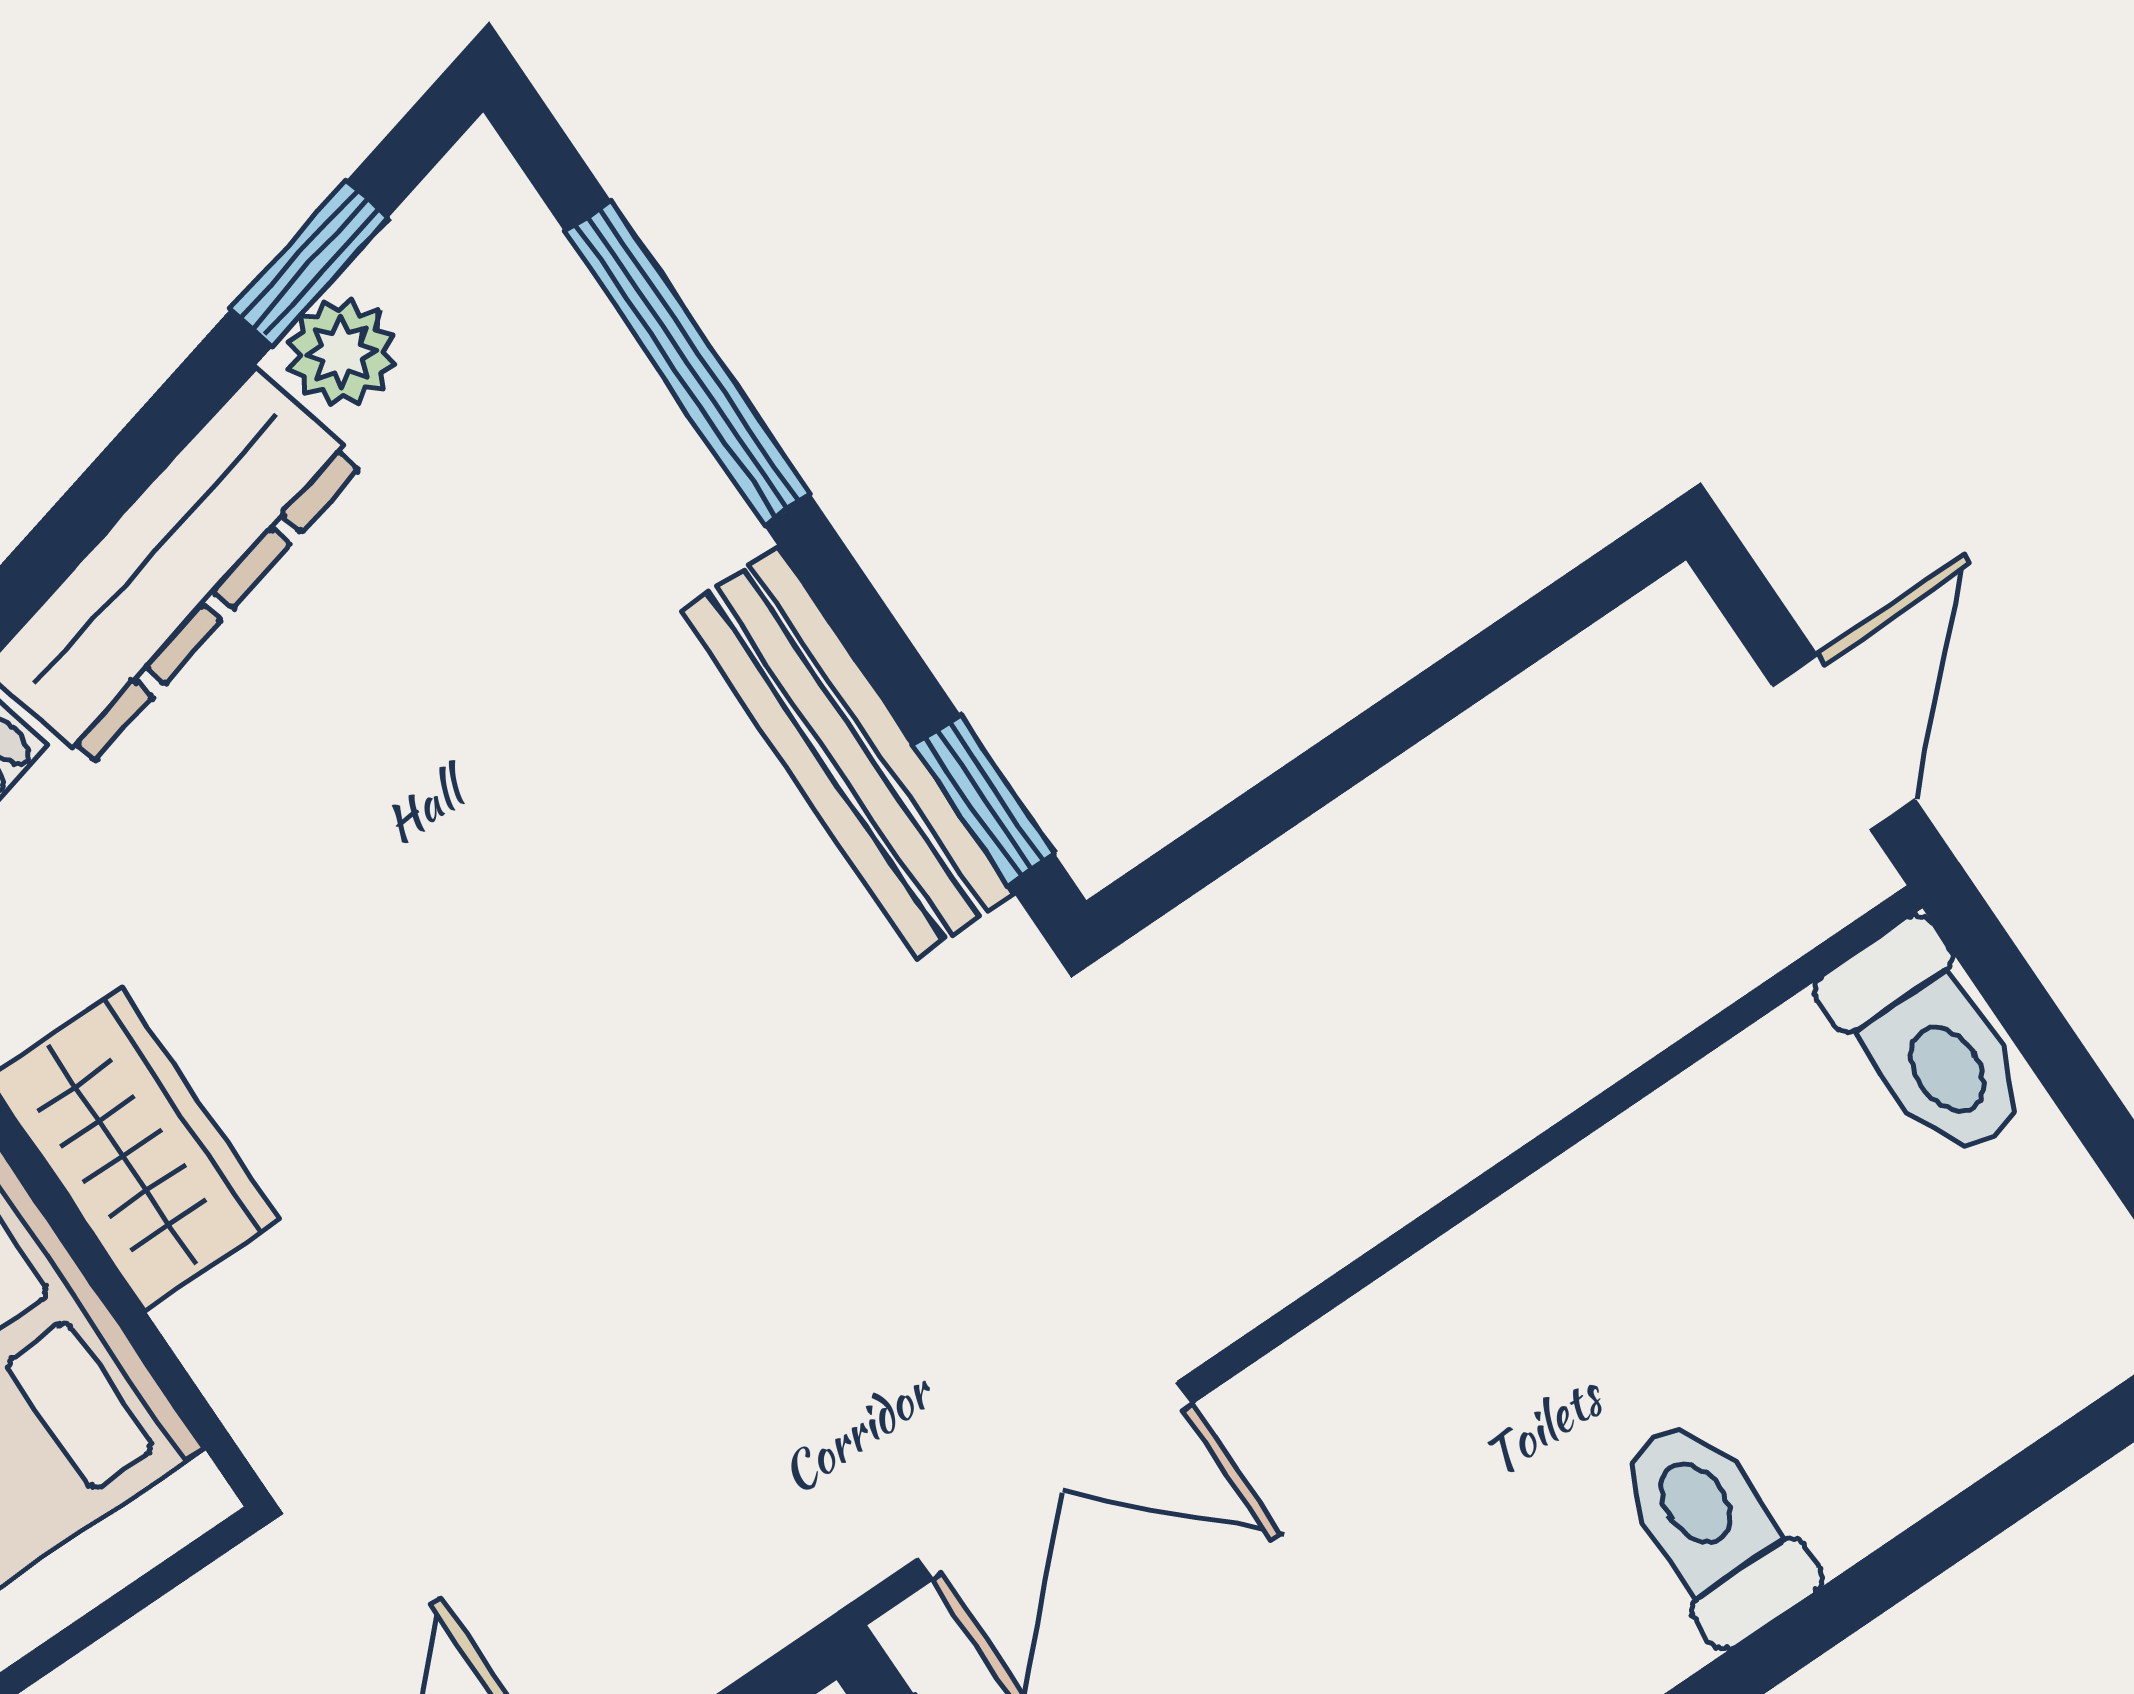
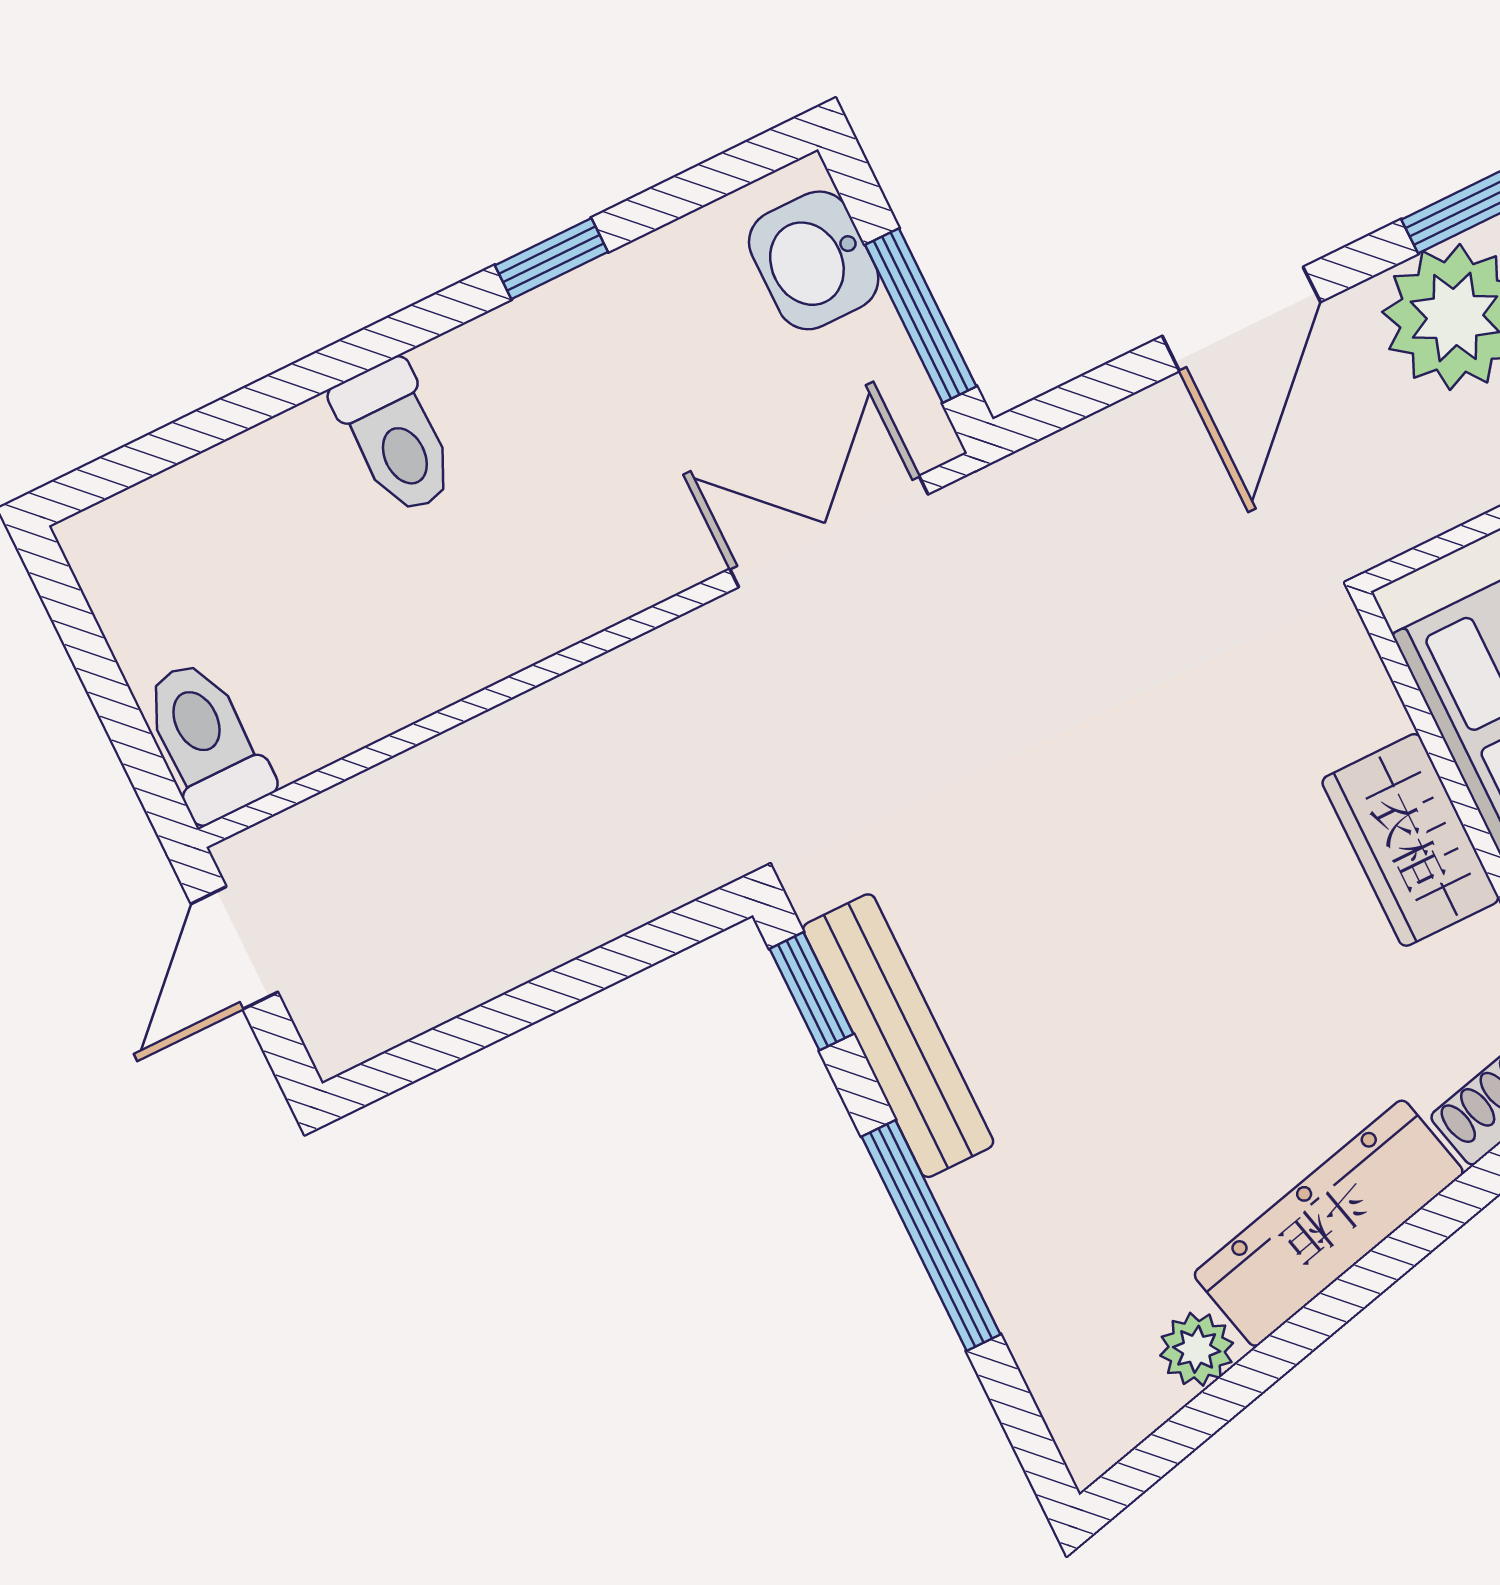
window: (310, 263) -> (1209, 1412), removed
window: (688, 363) -> (931, 1235), moved

